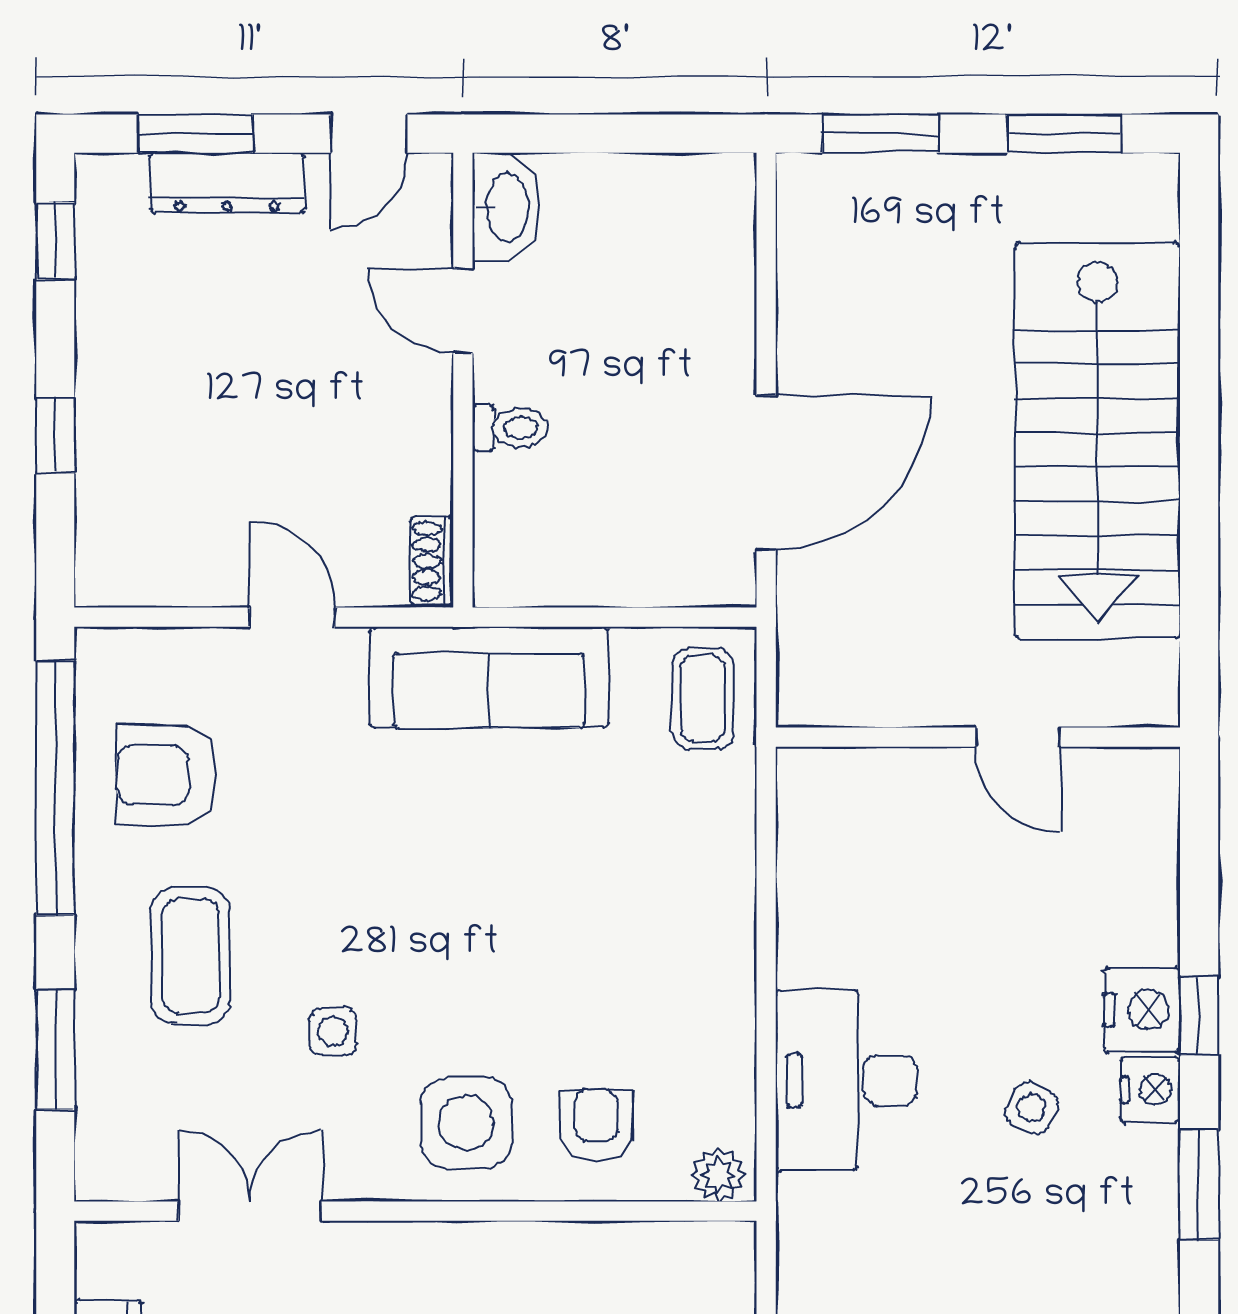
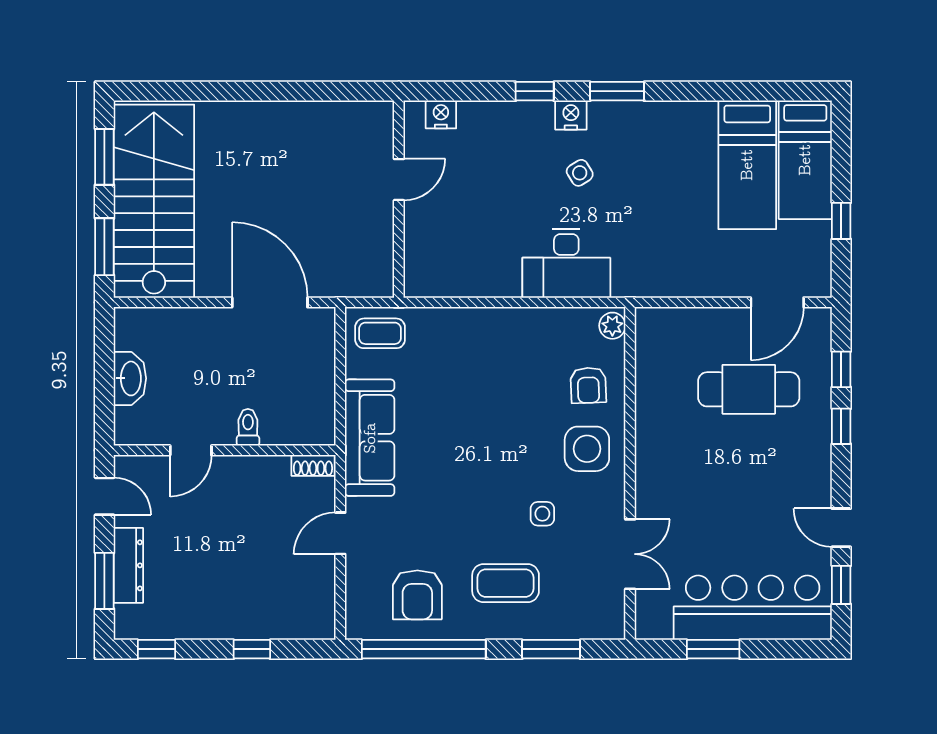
washbasin: (506, 207) -> (130, 378), moved, turned 90
stairs: (1098, 441) -> (154, 201), moved, turned -90
nightstand: (1142, 1010) -> (441, 114), moved, width x0.74, depth x0.75
side table: (1032, 1108) -> (580, 173), turned 33
armchair: (596, 1126) -> (588, 385), turned -92
double door: (250, 1211) -> (630, 554), swing flipped

